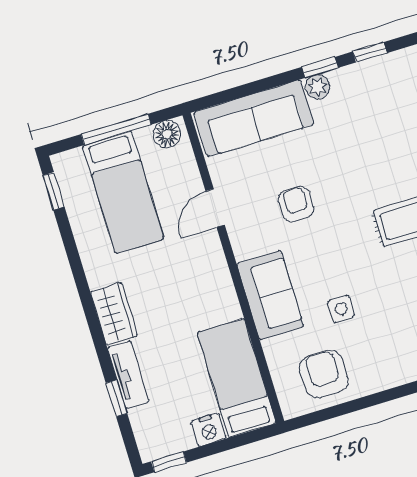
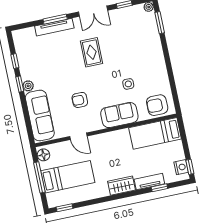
armchair: (324, 374) -> (157, 105), moved
nightstand: (209, 430) -> (181, 167), moved

